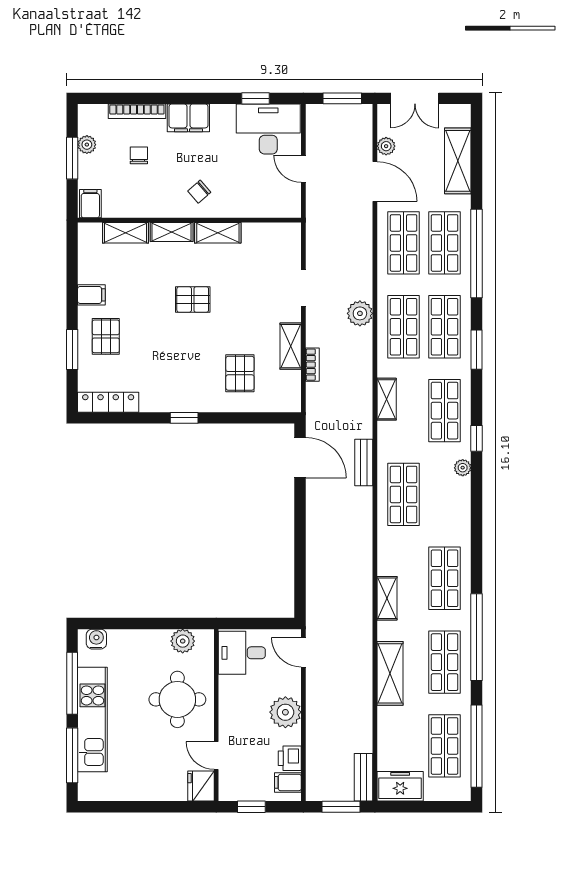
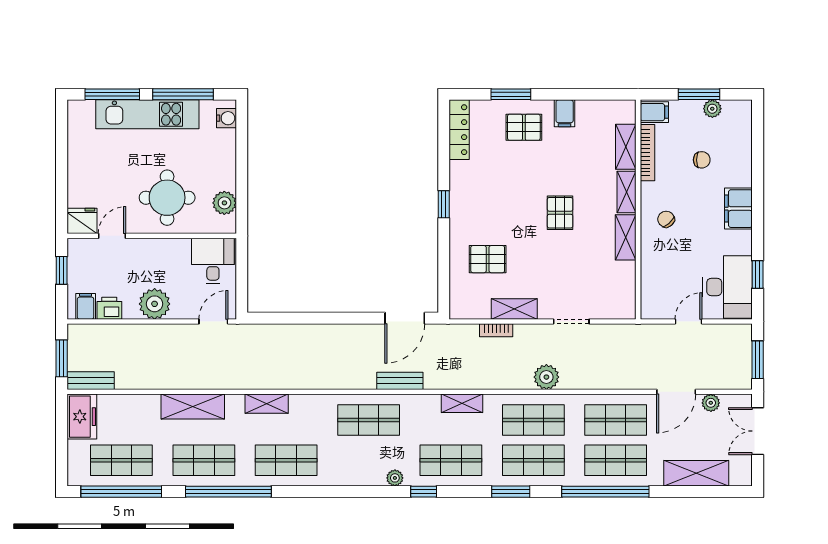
bookcase: (137, 111) -> (647, 153), moved, turned 180

